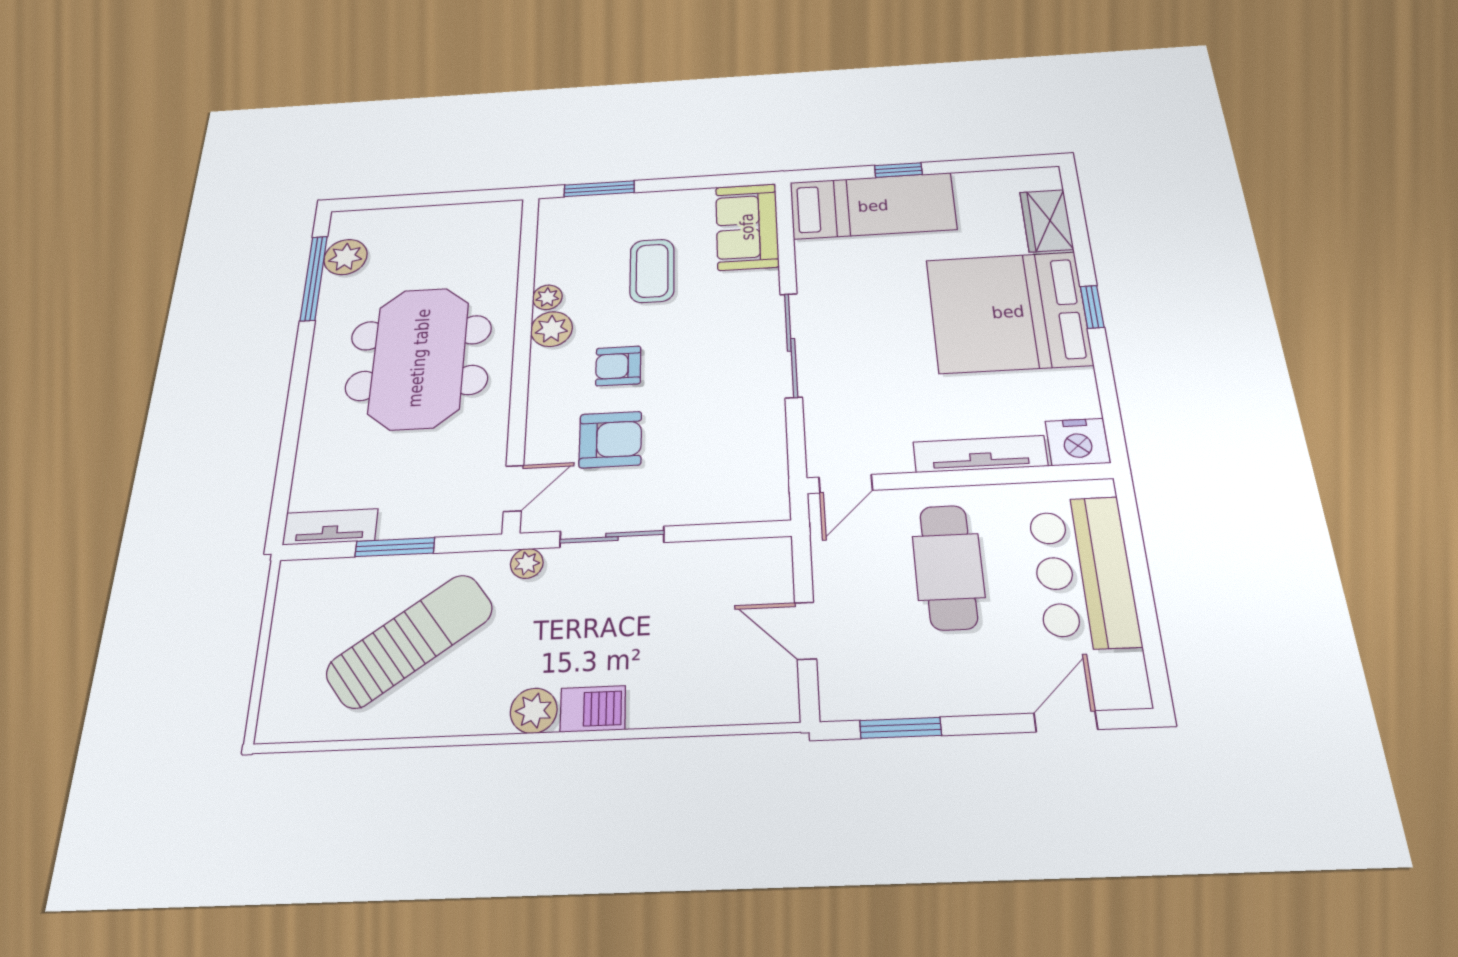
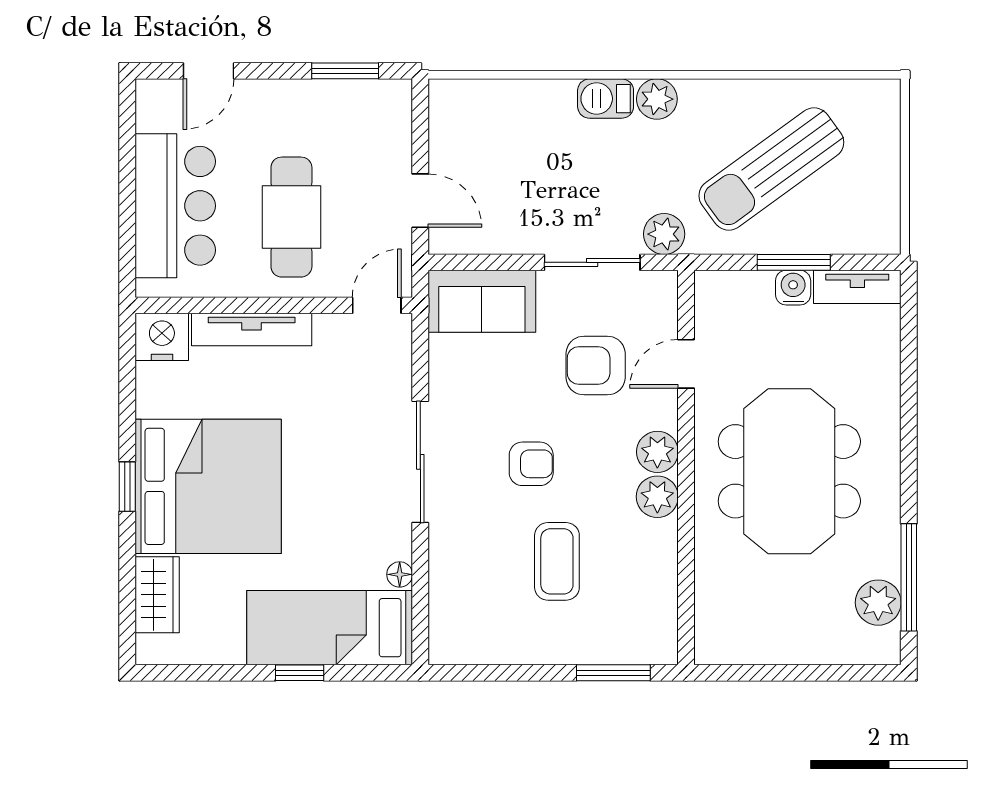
sofa: (747, 227) -> (482, 301), moved, turned 90
floor lamp: (807, 251) -> (400, 574), added
plant: (547, 297) -> (657, 452), moved, width x1.38, depth x1.38
armchair: (618, 366) -> (531, 464), moved
door: (514, 488) -> (686, 364), moved
water cooler: (398, 523) -> (793, 288), added
plant: (527, 563) -> (664, 234), width x1.38, depth x1.38
door: (806, 631) -> (420, 201), moved

